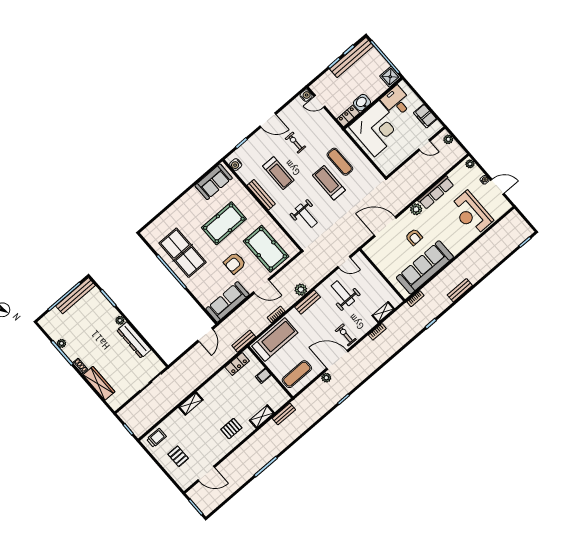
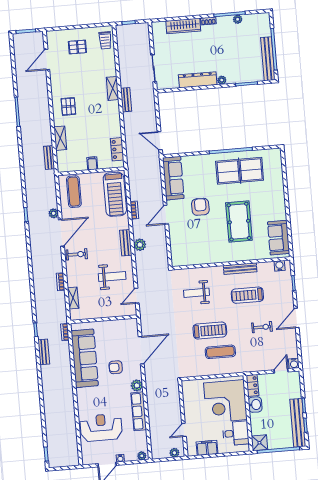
pool table: (266, 249) -> (193, 241), removed
bench: (460, 290) -> (44, 352), moved
bench: (244, 341) -> (126, 100), moved

